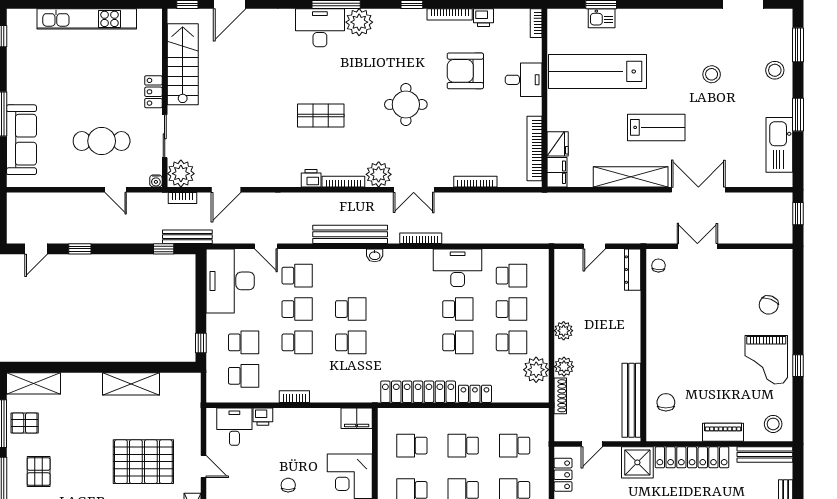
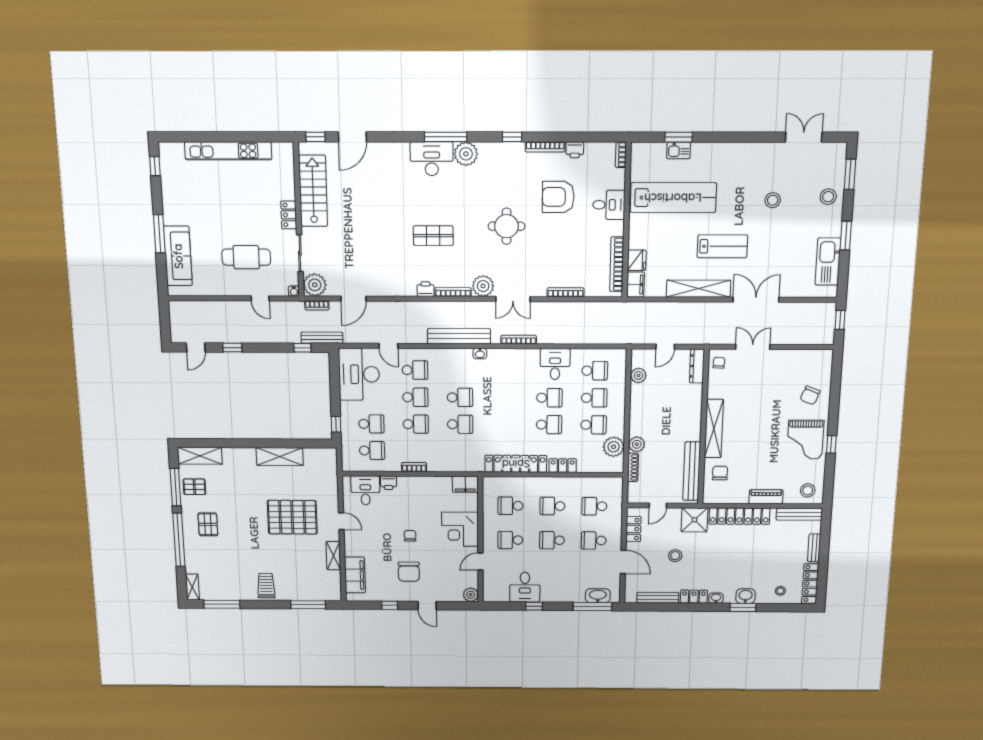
lab bench: (598, 71) -> (673, 198), turned 180
desk: (458, 268) -> (555, 364), width x0.73
plant: (564, 331) -> (638, 376), moved
shelving: (656, 346) -> (714, 429), added

